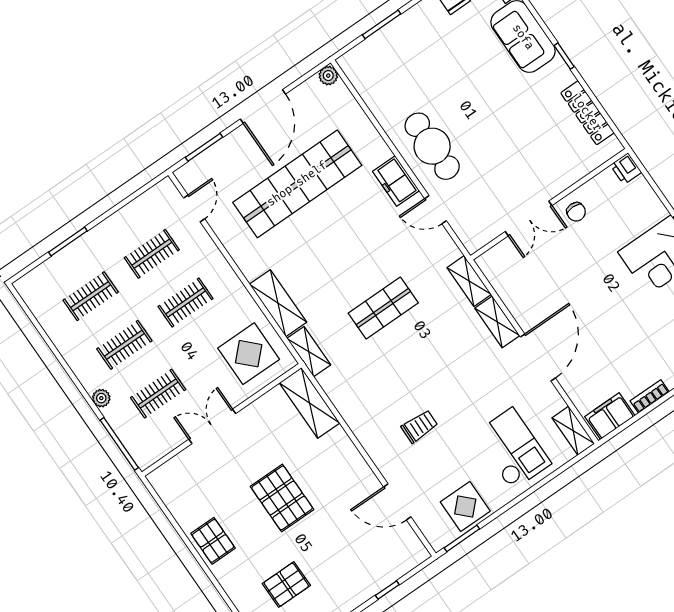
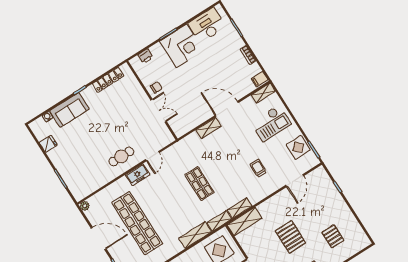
cafe table: (432, 146) -> (121, 156), width x0.73, depth x0.74
printer: (626, 169) -> (145, 56), moved
shelving: (469, 281) -> (240, 208), moved
filing cabinet: (610, 416) -> (260, 79), width x0.50
checkout: (512, 449) -> (271, 123), turned 180
pallet: (282, 498) -> (290, 237), turned 90

